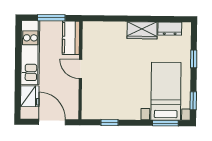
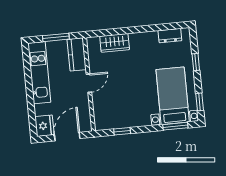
wardrobe: (142, 30) -> (115, 43), moved
door: (81, 69) -> (89, 83), swing flipped
fridge: (30, 96) -> (44, 126), moved
door: (52, 122) -> (67, 137), hinge flipped

